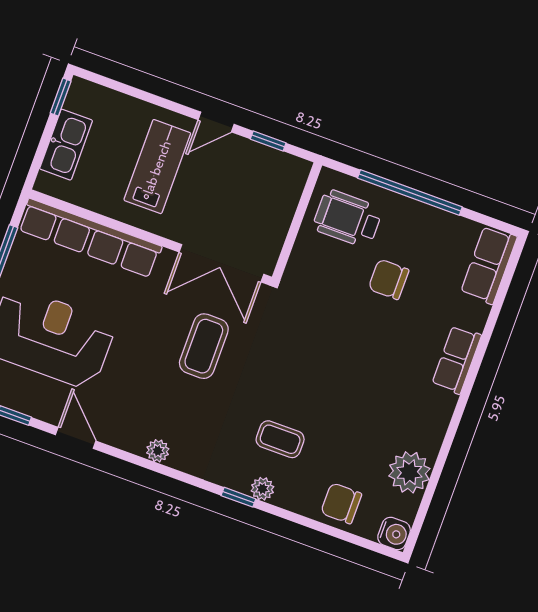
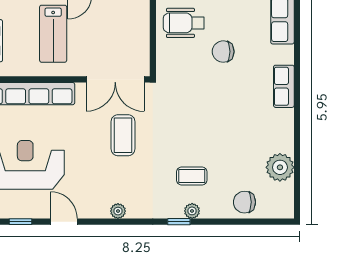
lab bench: (157, 167) -> (53, 34), turned 180
water cooler: (394, 534) -> (284, 209), removed

